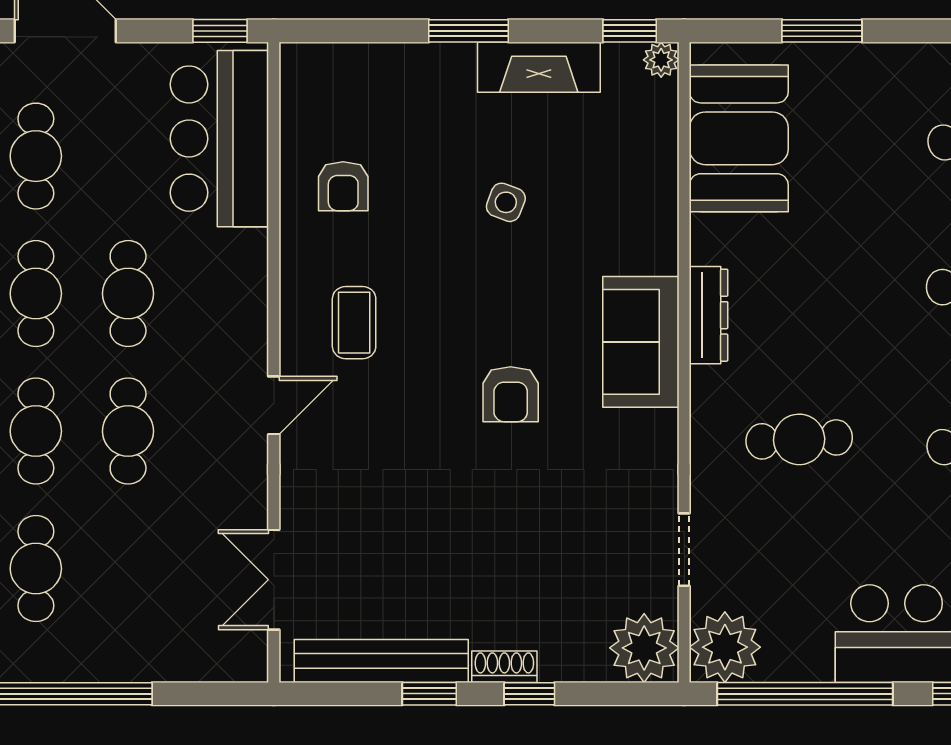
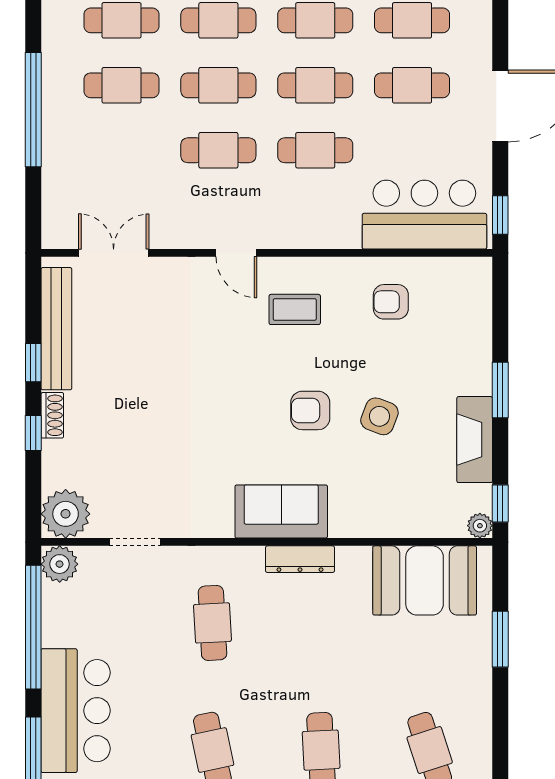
side table: (506, 202) -> (379, 416), width x1.37, depth x1.37
armchair: (511, 394) -> (310, 410), moved
plant: (725, 647) -> (60, 564), width x0.73, depth x0.73

